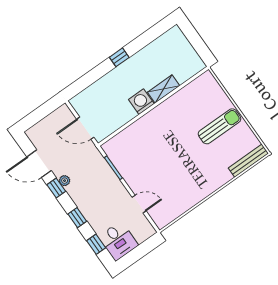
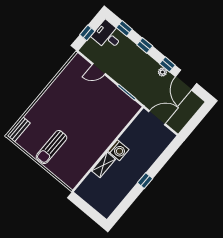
bench: (248, 161) -> (19, 129), width x0.73
door: (39, 164) -> (186, 80), swing flipped
window: (141, 251) -> (87, 33), added

